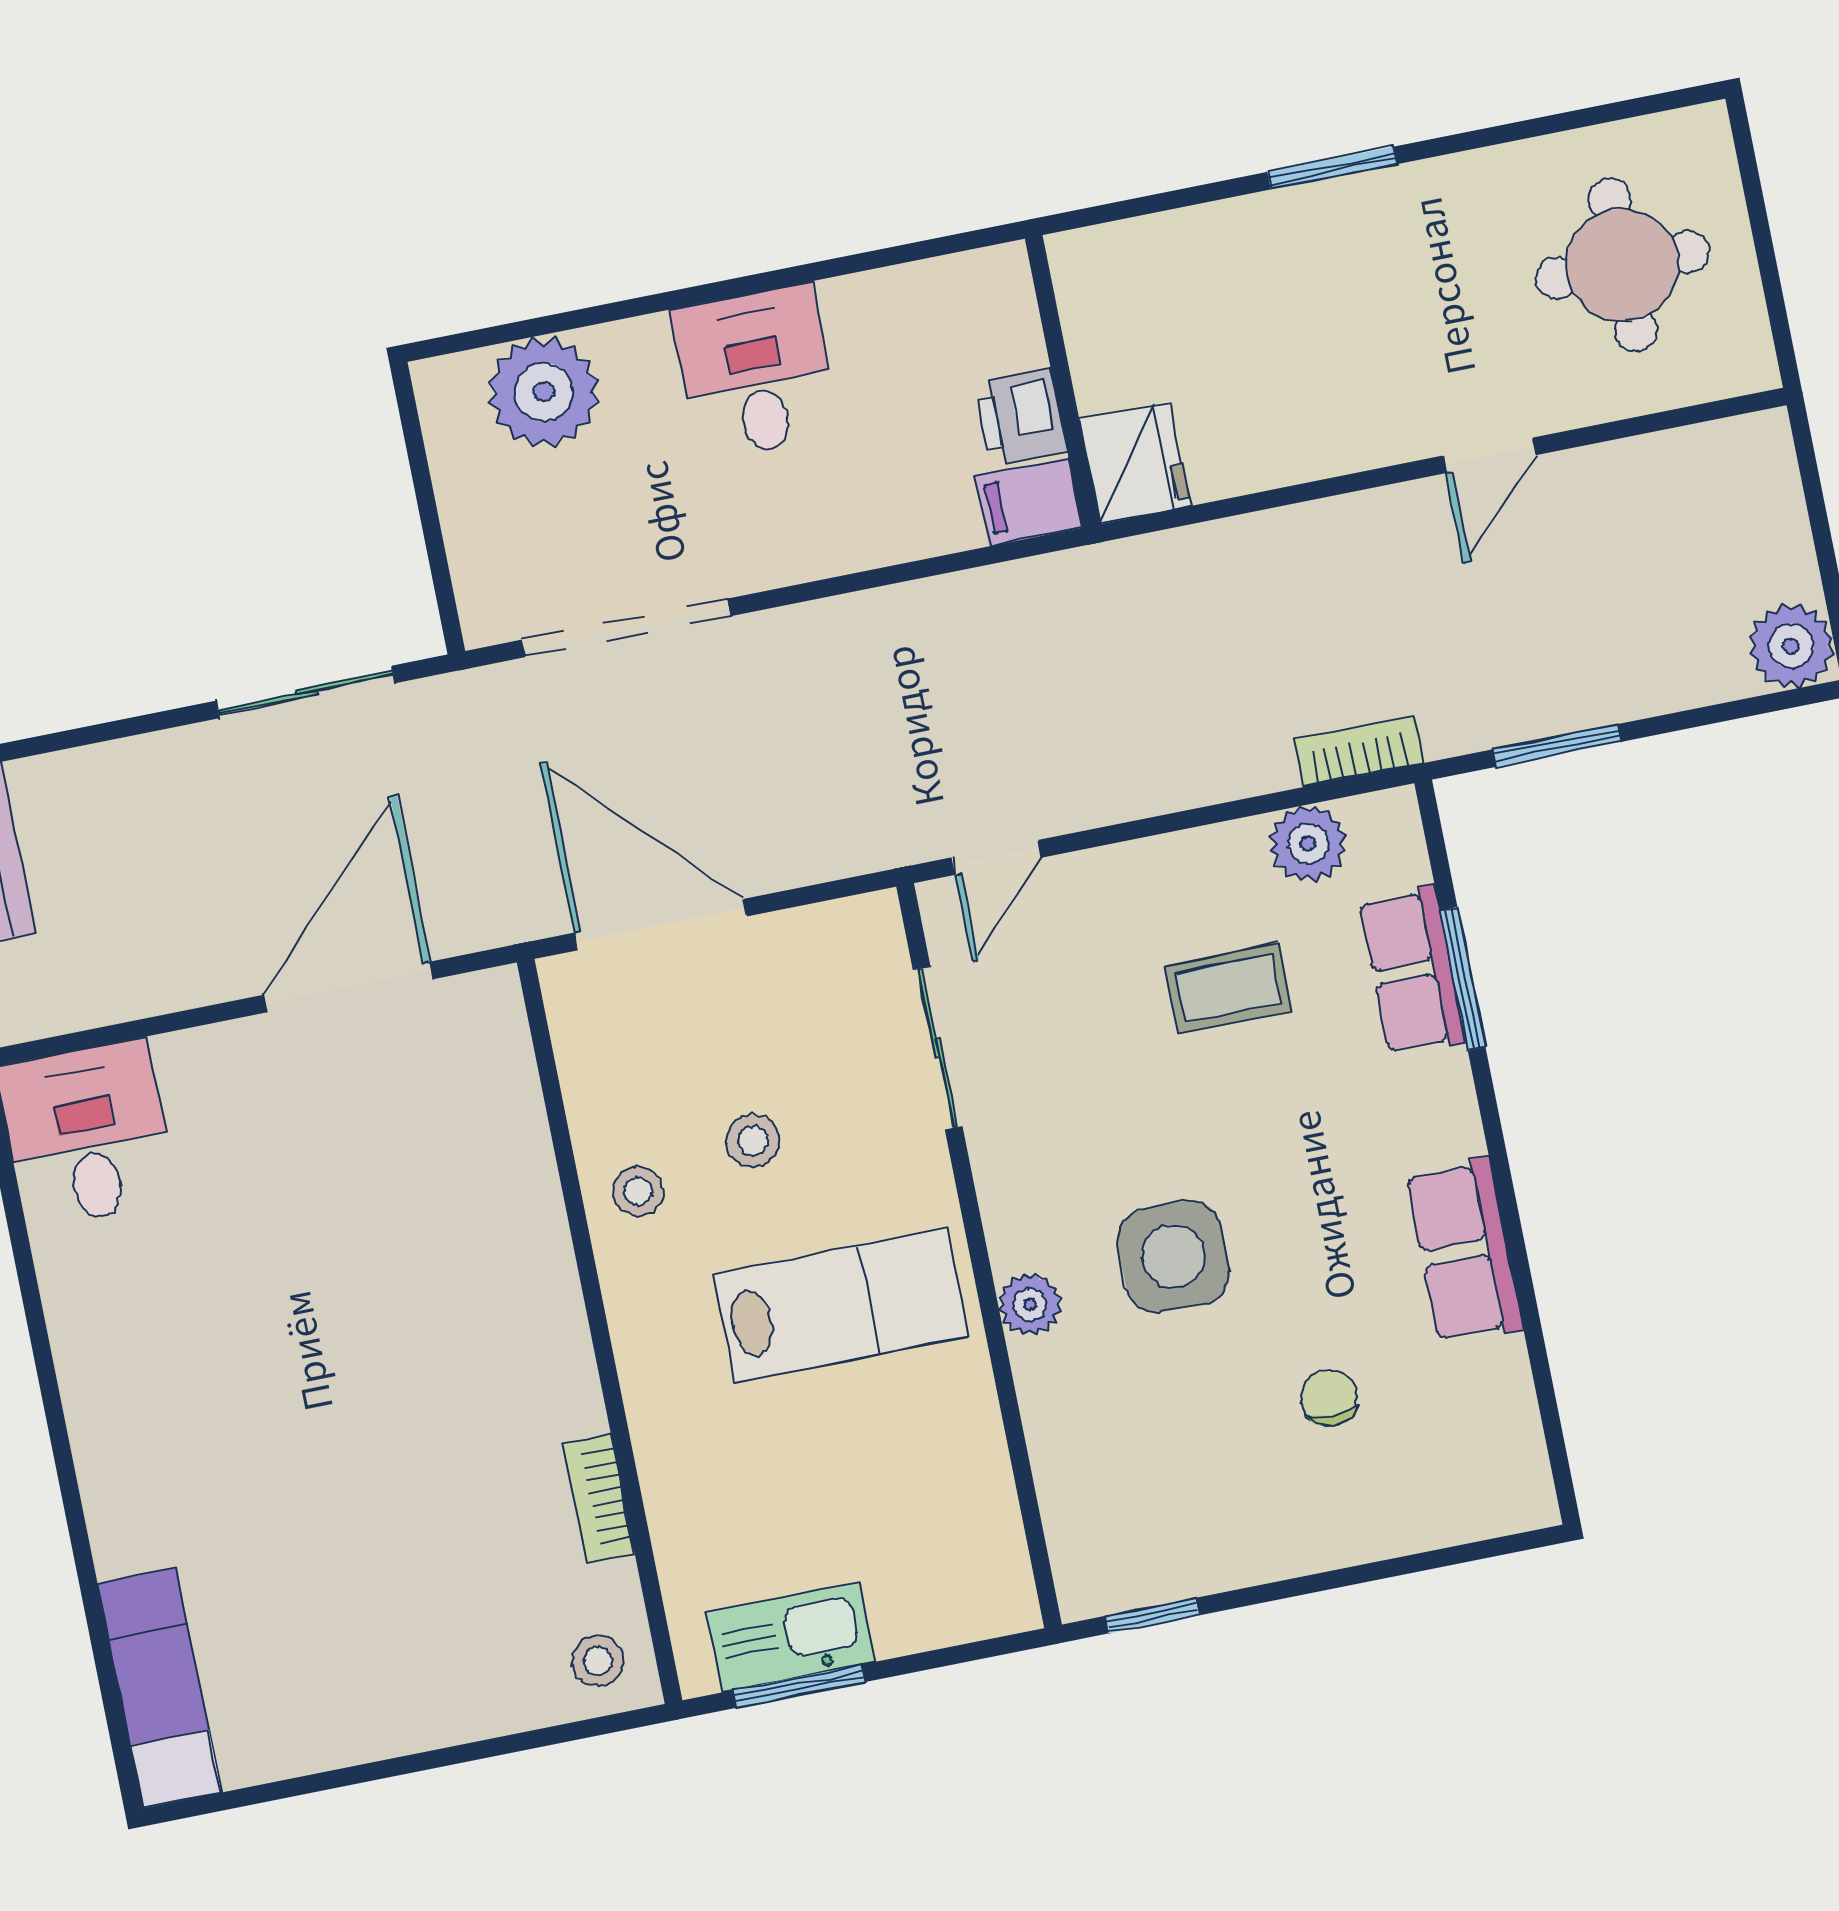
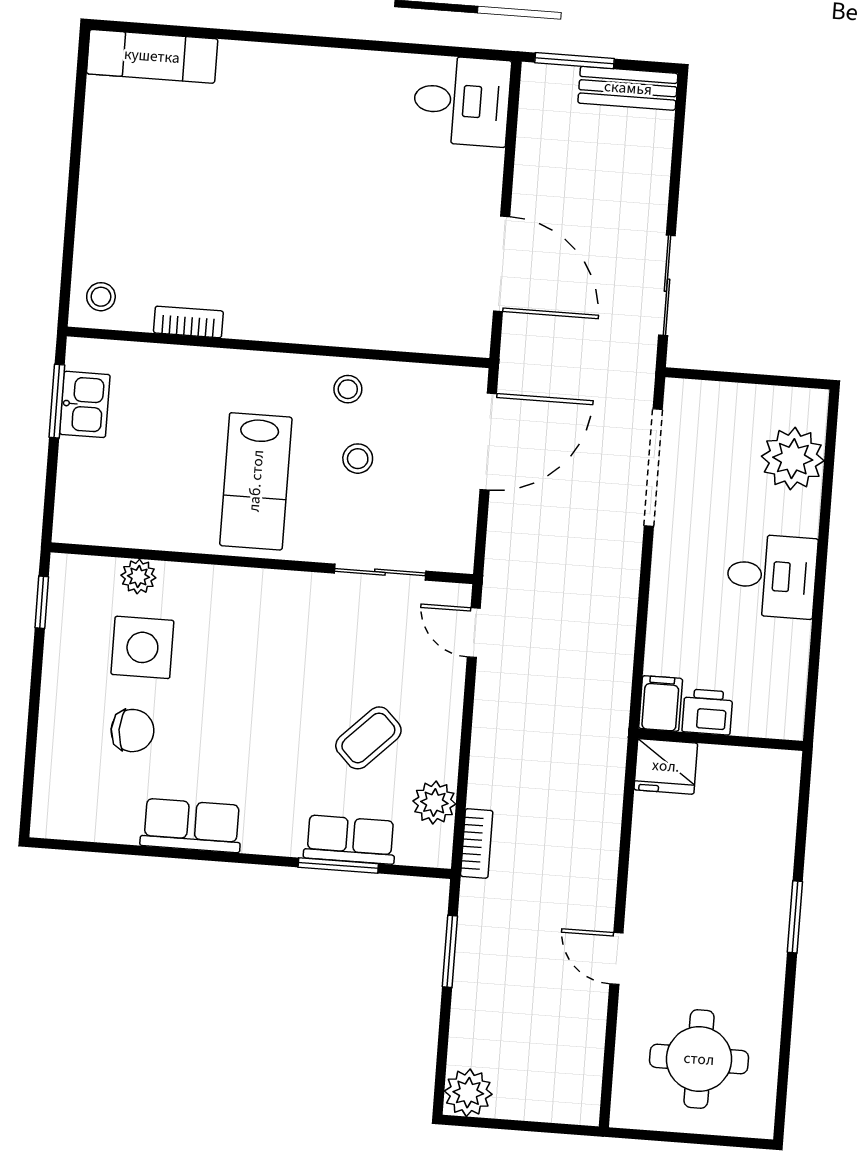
coffee table: (1229, 988) -> (368, 738), turned 45
side table: (1173, 1256) -> (142, 647), moved
plant: (1030, 1304) -> (138, 577), moved
chair: (1329, 1398) -> (133, 731), width x1.37, depth x1.37
kitchen sink: (791, 1637) -> (85, 404), width x0.73

